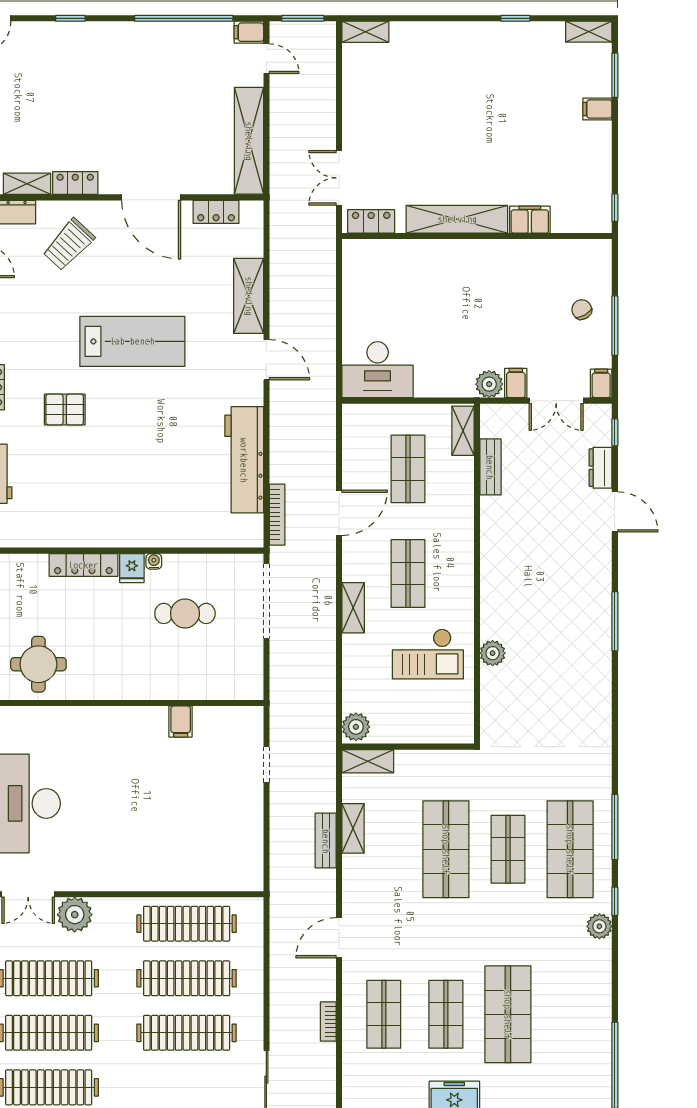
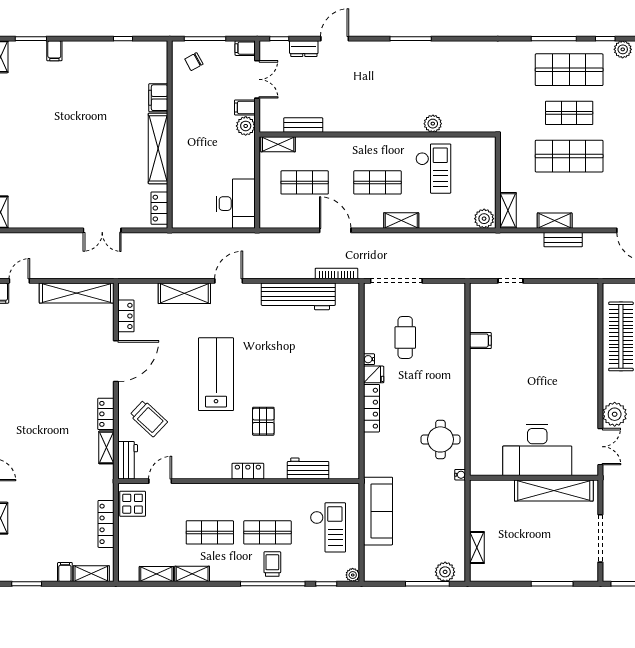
shelving: (457, 219) -> (158, 148), moved
filing cabinet: (530, 220) -> (158, 98), moved
locker: (371, 221) -> (159, 208), moved
wall: (477, 236) -> (170, 134), moved

